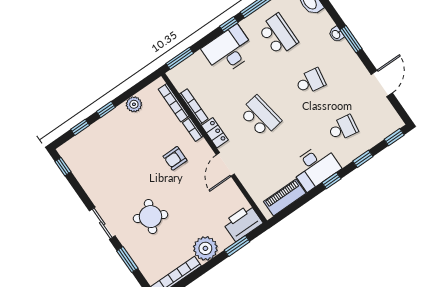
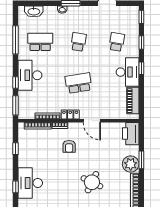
window: (229, 24) -> (16, 82), moved
plant: (134, 104) -> (23, 148), removed
window: (106, 109) -> (16, 149), moved
desk: (97, 142) -> (30, 183), added
window: (237, 246) -> (141, 160), moved

